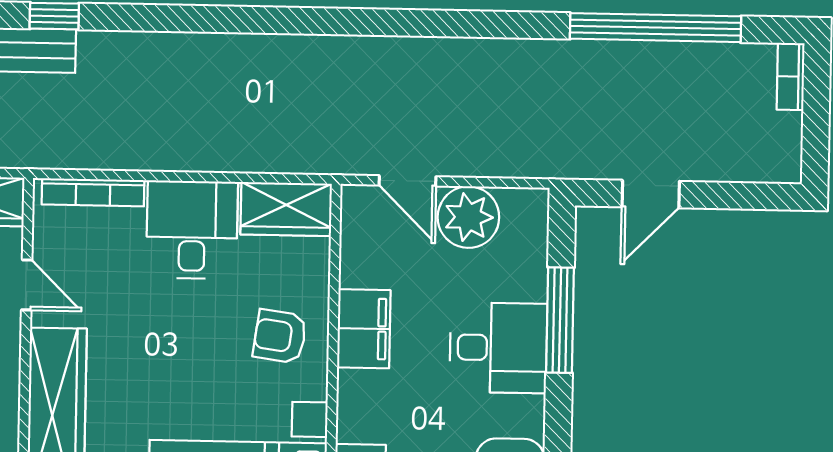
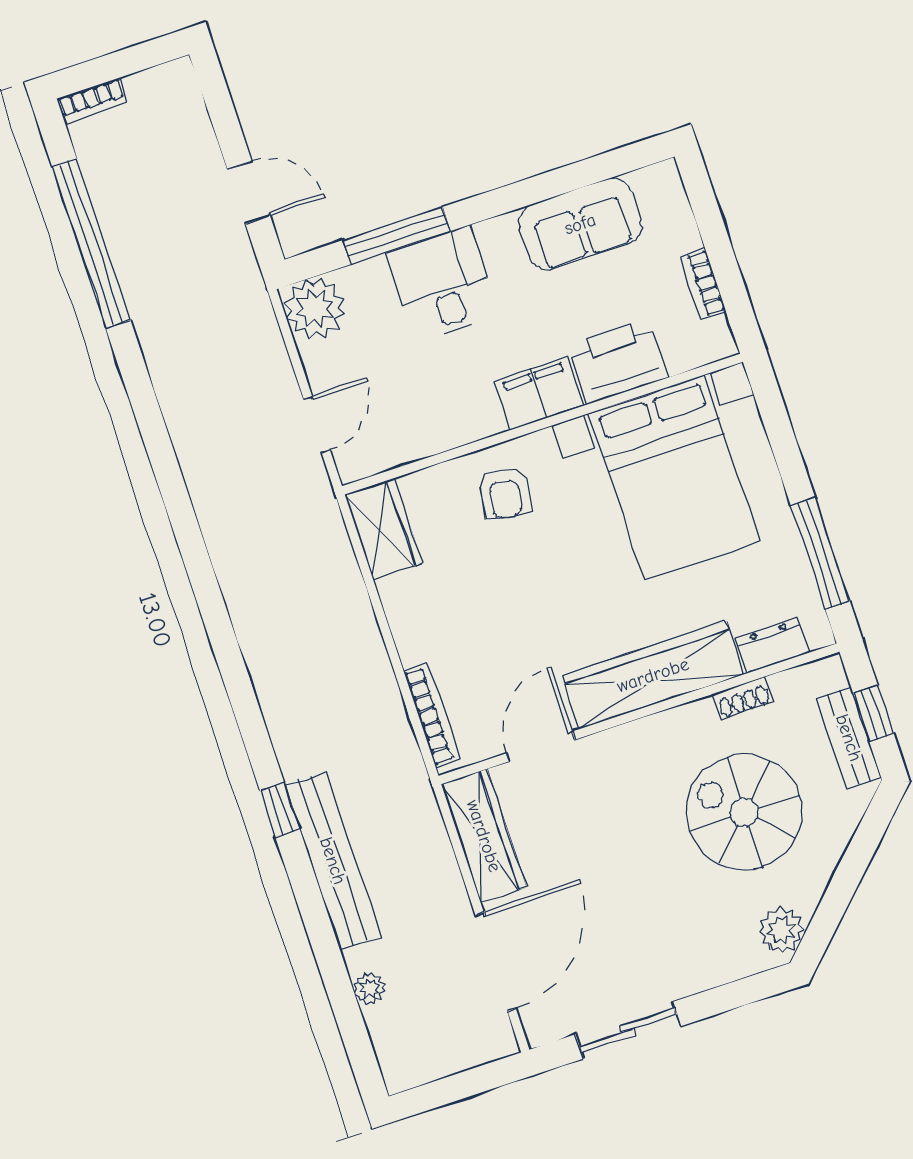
plant: (468, 217) -> (315, 308), moved
desk: (192, 230) -> (434, 610), removed
door: (27, 285) -> (541, 746), width x1.38
filing cabinet: (364, 329) -> (539, 394), moved

